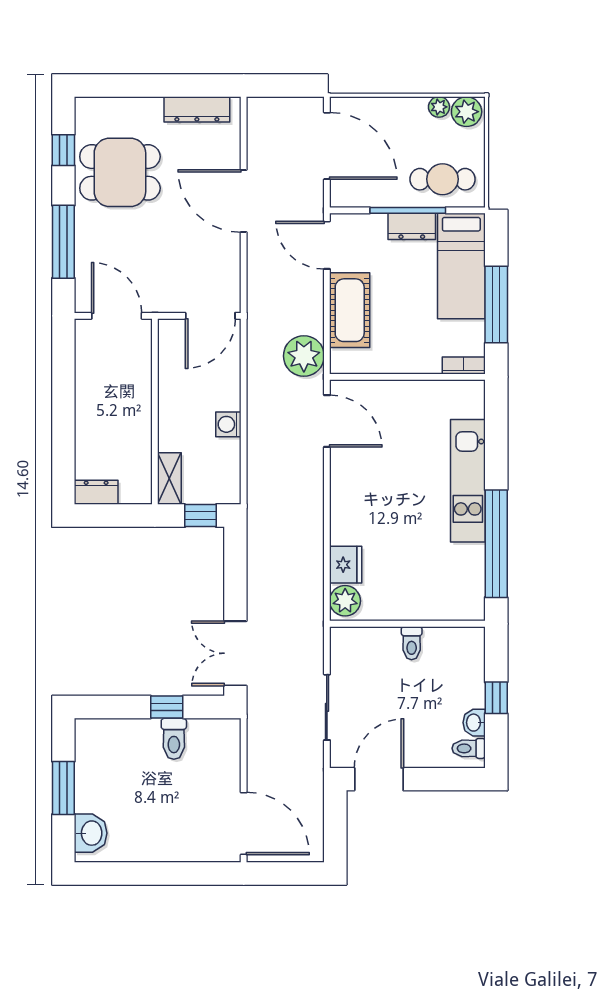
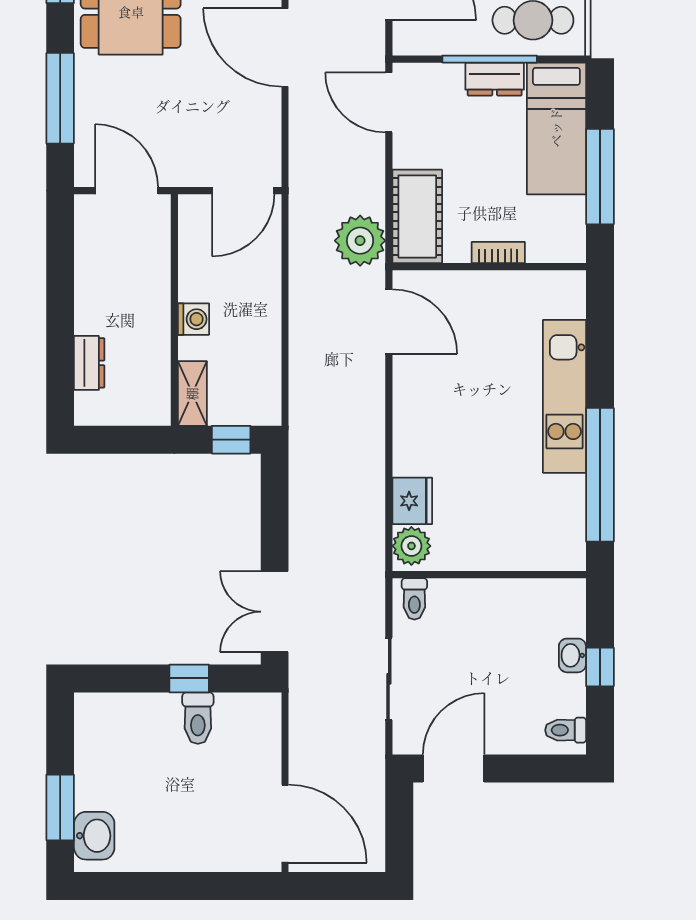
cot: (350, 310) -> (417, 216), moved
bookcase: (464, 366) -> (498, 253), moved
washing machine: (228, 424) -> (193, 319), moved, turned 180
dresser: (96, 492) -> (89, 363), moved, turned 90
toilet: (412, 643) -> (414, 599), moved
washbasin: (474, 723) -> (572, 655), moved
window: (63, 788) -> (60, 807), moved

